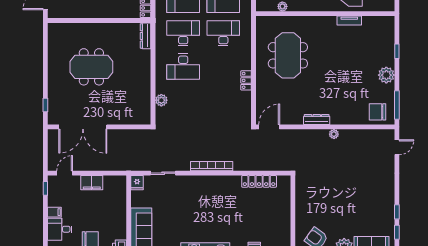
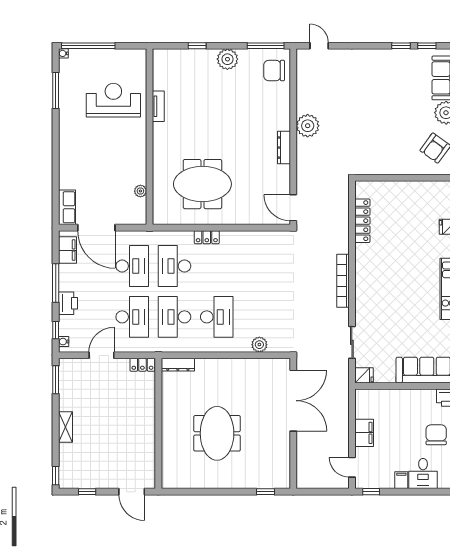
locker: (246, 80) -> (207, 237), moved
chair: (377, 112) -> (274, 71), turned 90
double door: (83, 127) -> (293, 401), moved
plant: (334, 134) -> (308, 126), width x1.88, depth x1.88

